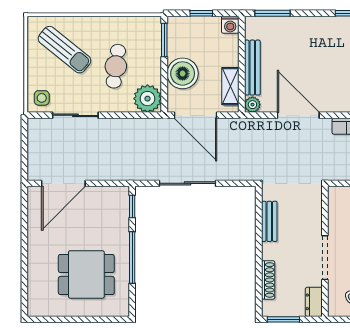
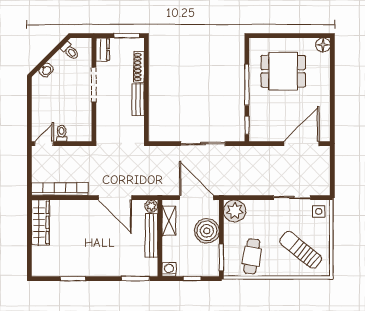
cafe table: (116, 66) -> (252, 256), moved
bench: (269, 221) -> (138, 99), moved
floor lamp: (36, 308) -> (323, 45), added

